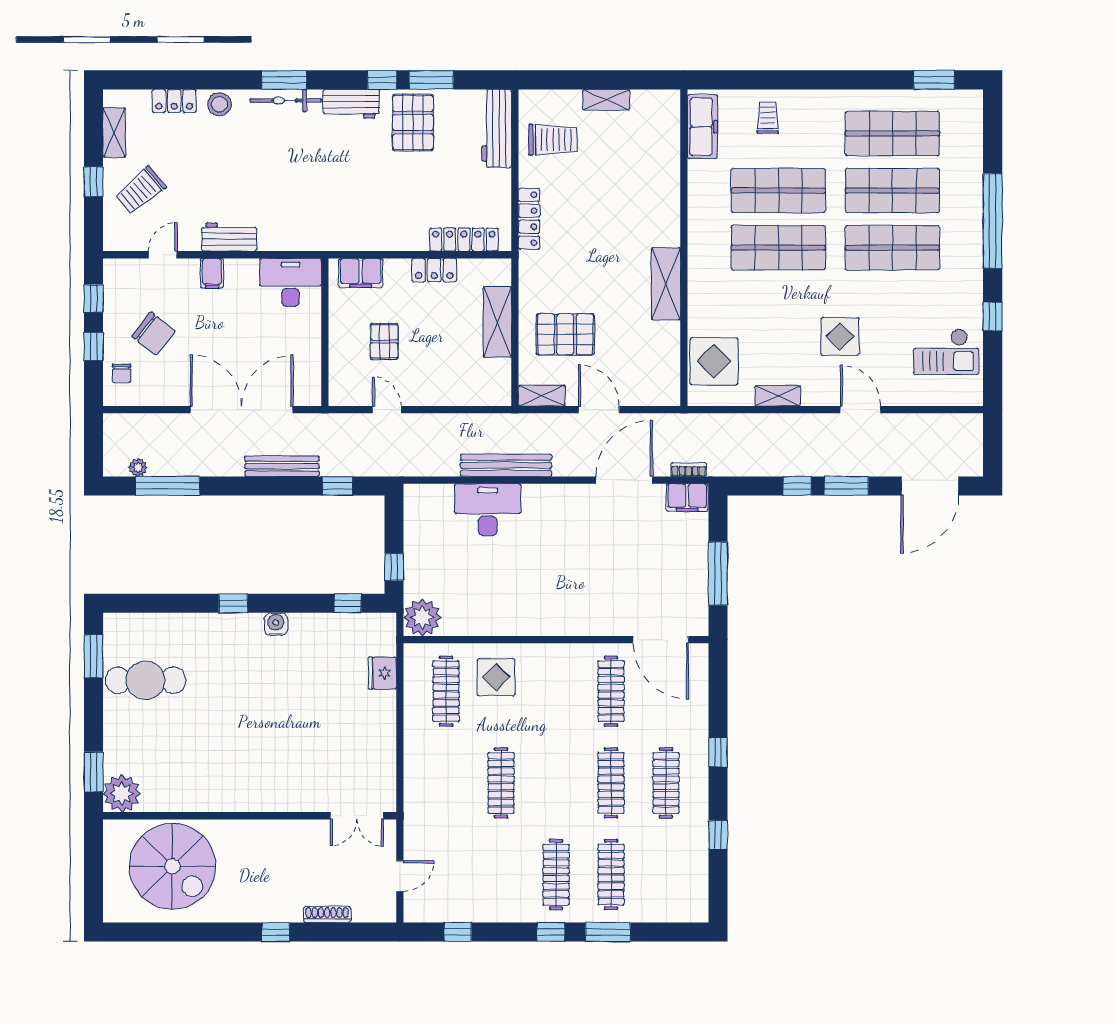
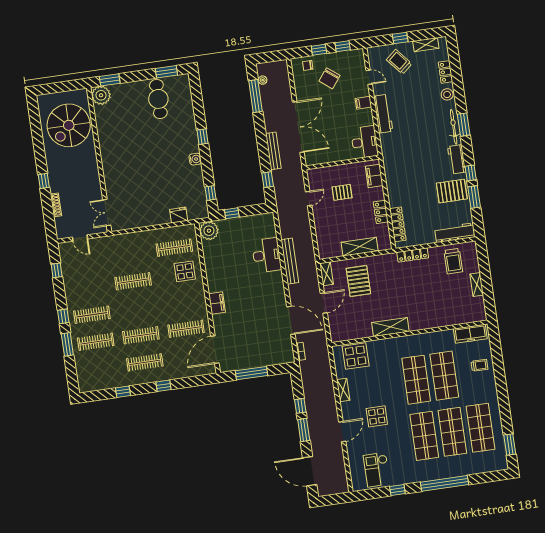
workbench: (229, 237) -> (383, 114), width x1.38
filing cabinet: (687, 498) -> (217, 303), moved, turned 180

